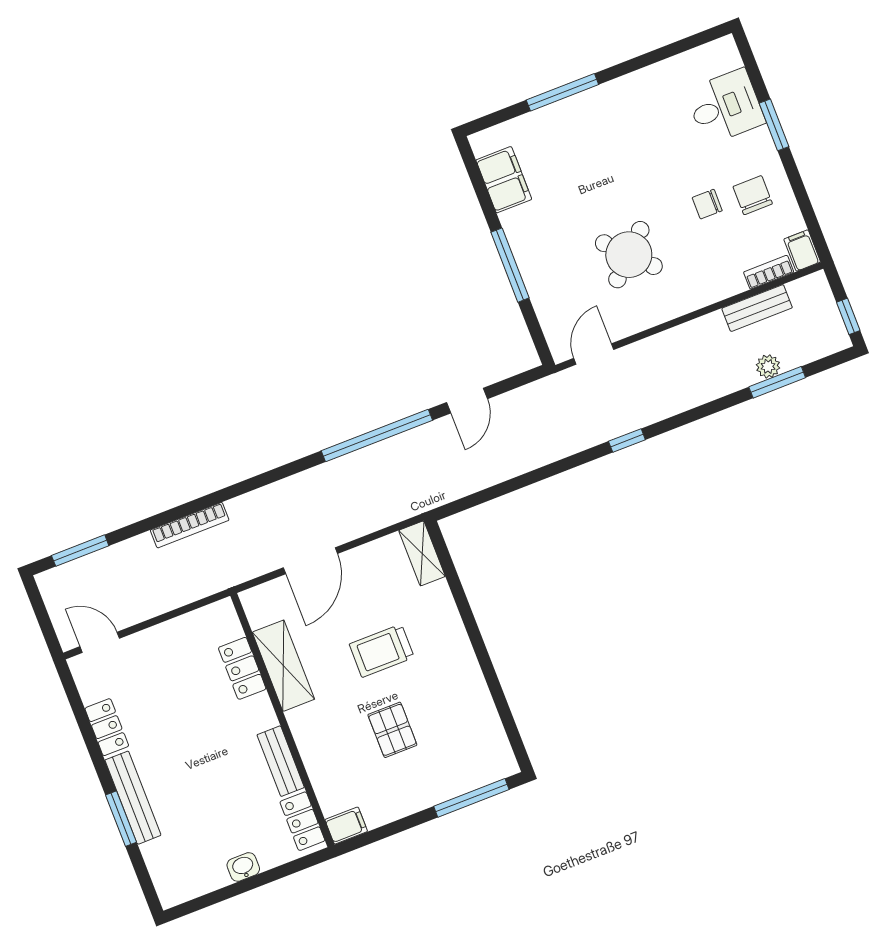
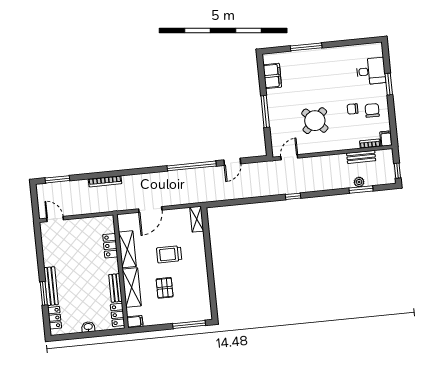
locker: (107, 727) -> (55, 318), moved
shelving: (317, 750) -> (132, 288), added

